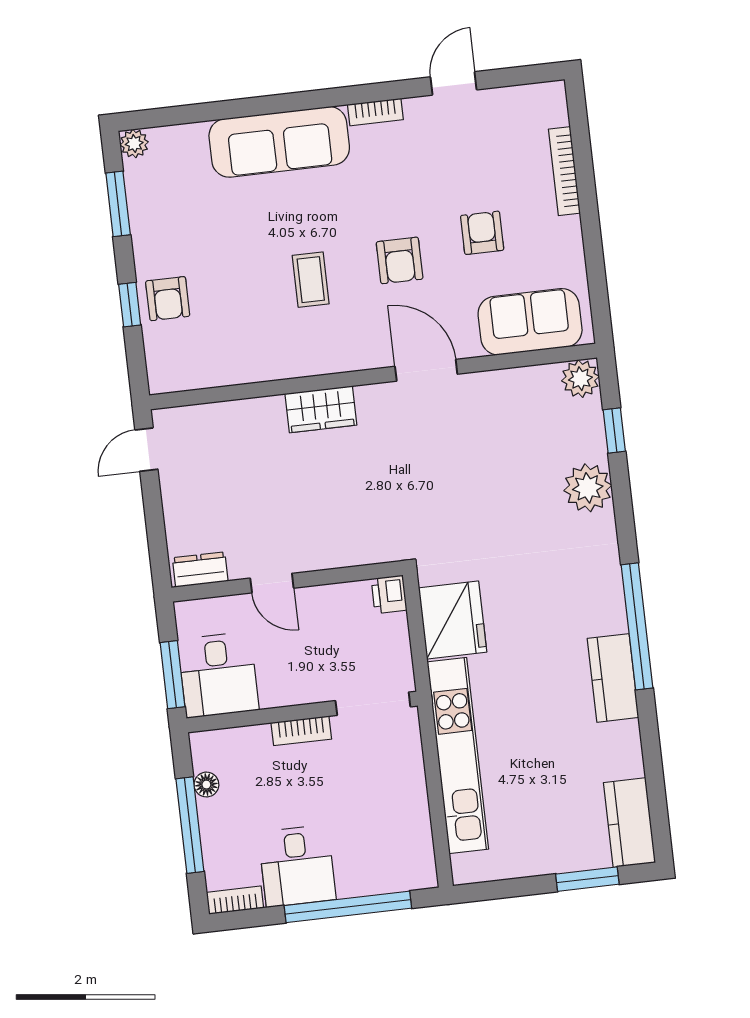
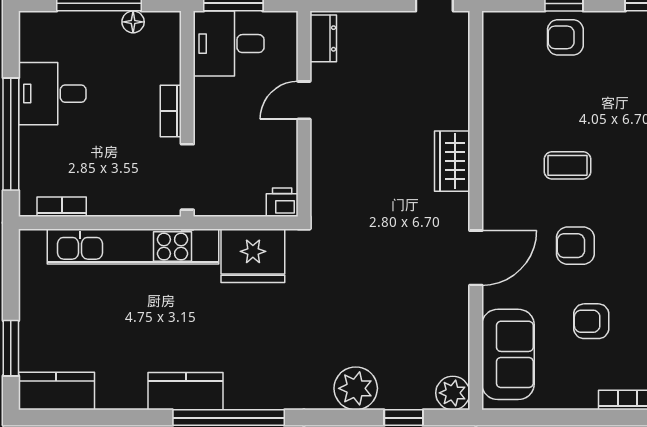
armchair: (482, 233) -> (591, 321), turned 180
bookcase: (235, 900) -> (62, 207), moved, turned -90

